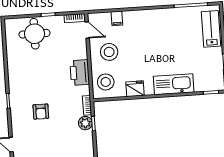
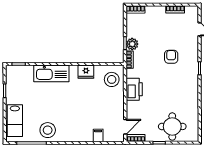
door: (87, 30) -> (125, 127), swing flipped
stool: (109, 52) -> (48, 130), moved

